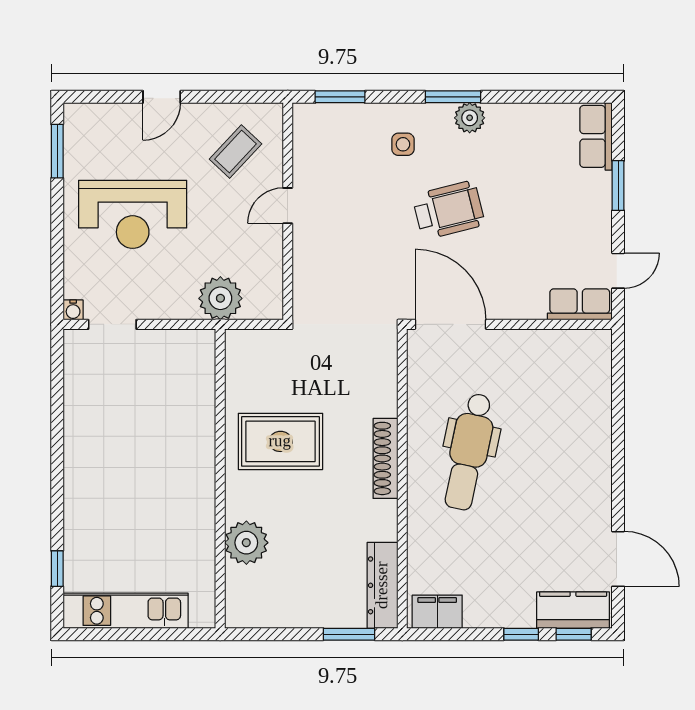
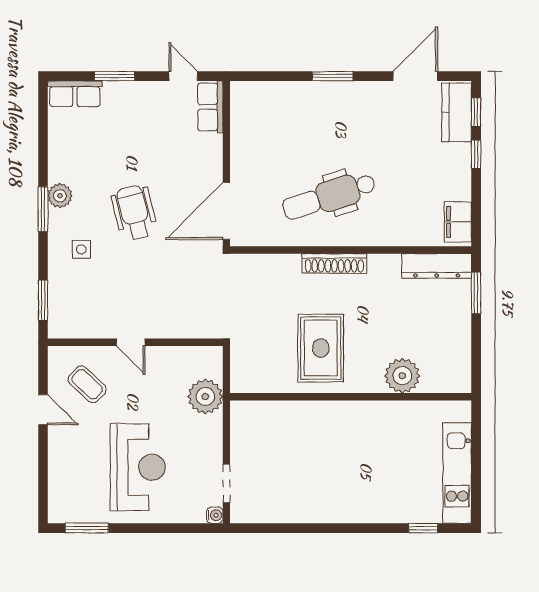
door: (162, 97) -> (43, 410), moved
dental chair: (469, 452) -> (329, 196), turned 150
window: (618, 456) -> (333, 76), added

